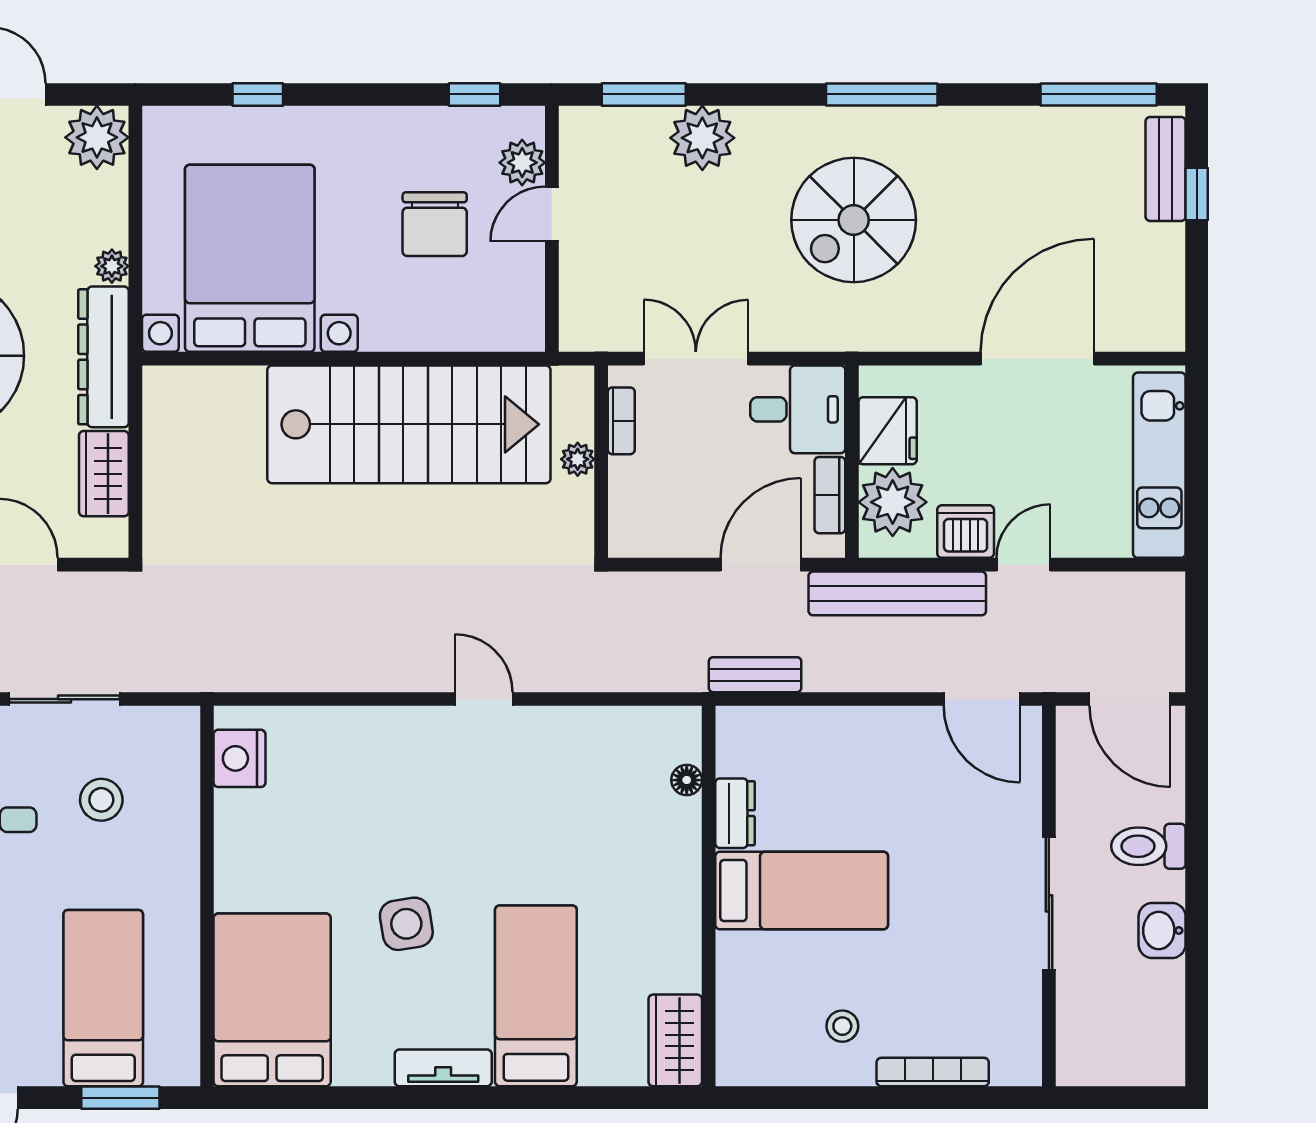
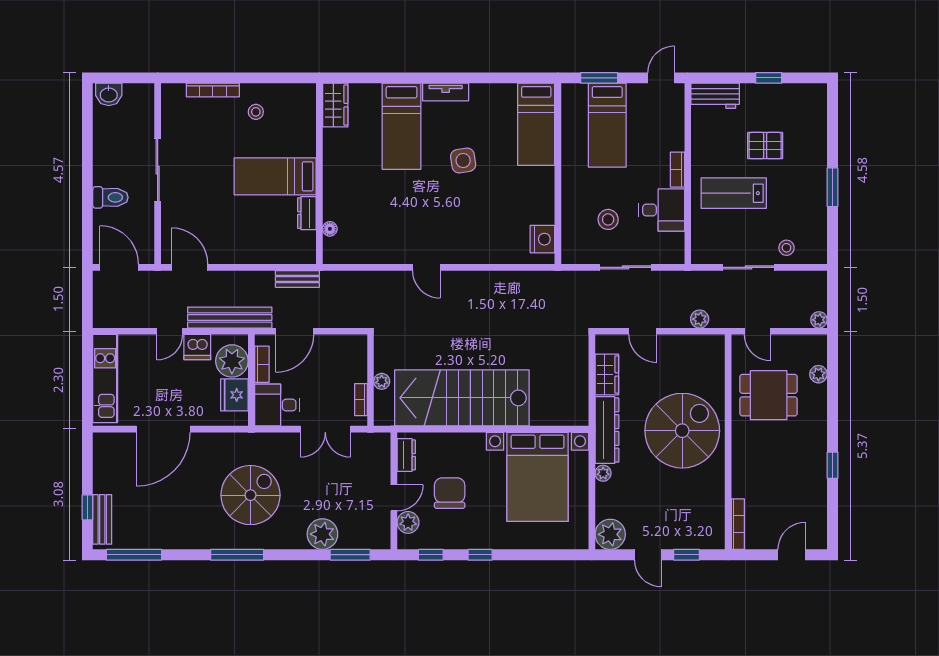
window: (258, 94) -> (480, 555), moved
dresser: (526, 304) -> (406, 455), added
washbasin: (1162, 930) -> (109, 94), moved, turned 90
bed: (272, 1000) -> (536, 124), width x0.67

